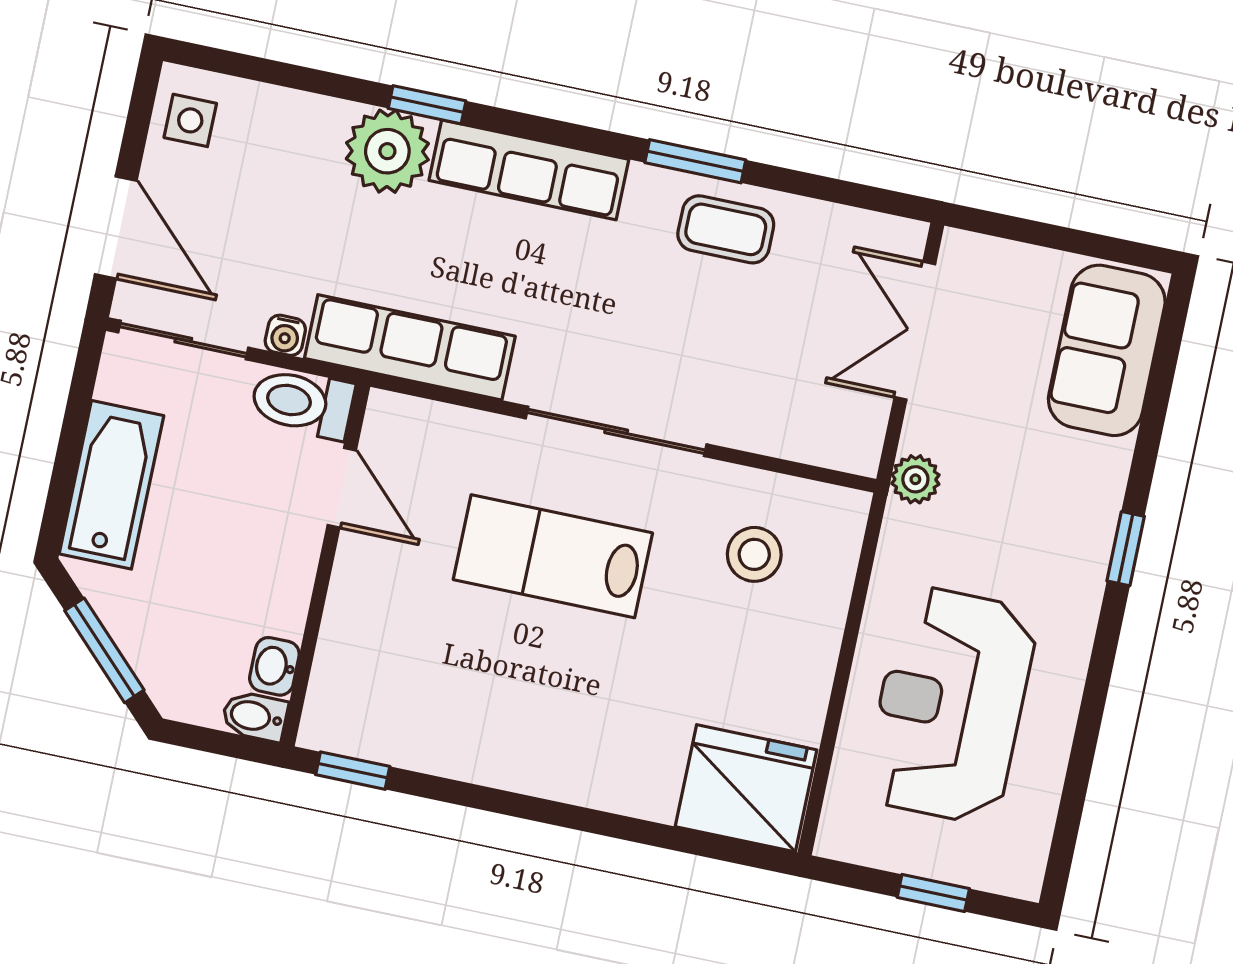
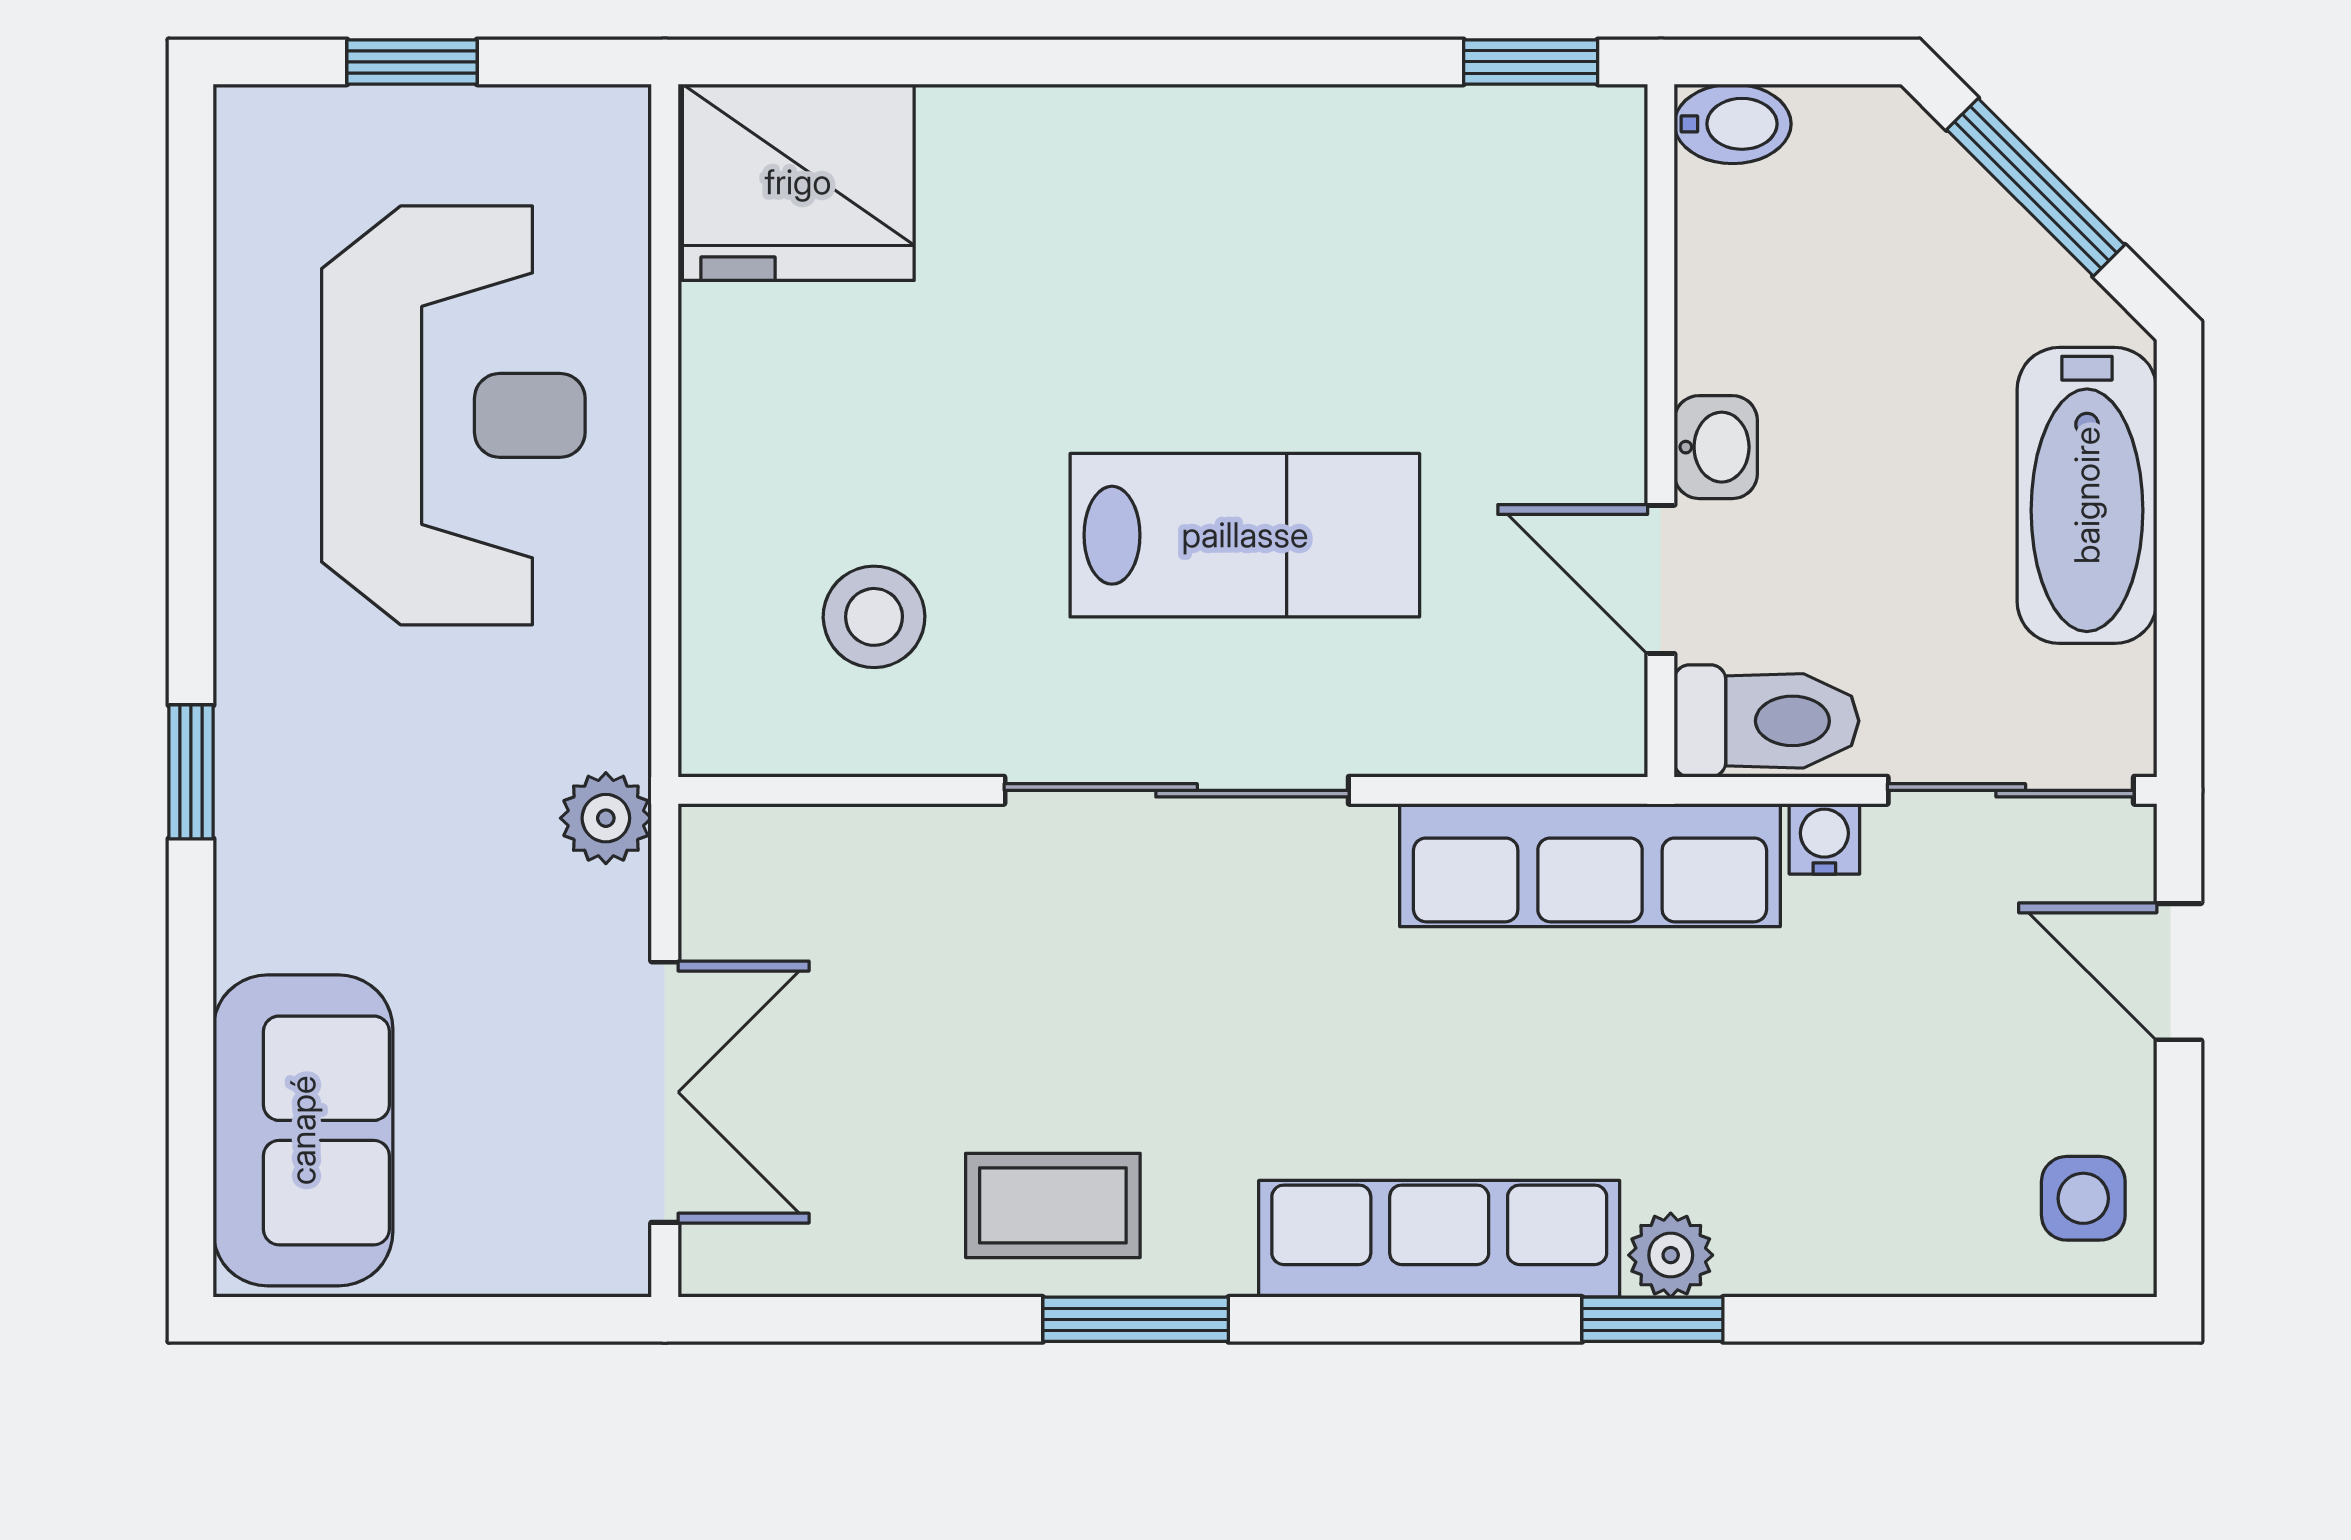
plant: (387, 151) -> (1671, 1255), width x0.53, depth x0.53
door: (116, 227) -> (2179, 972), width x0.73
washbasin: (274, 666) -> (1716, 447), moved

